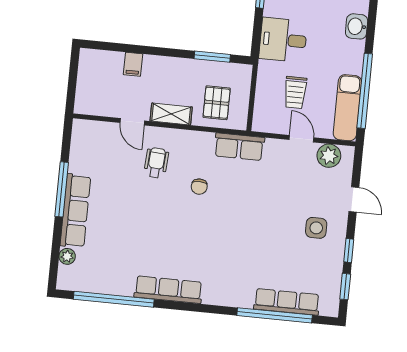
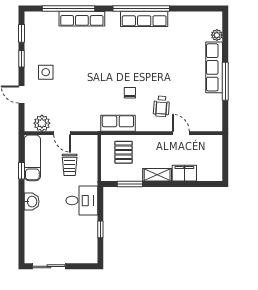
washbasin: (357, 26) -> (32, 202), moved
filing cabinet: (133, 64) -> (184, 173), width x2.00
window: (365, 91) -> (21, 171), width x0.32
trolley: (295, 92) -> (70, 165), turned 180
shelving: (171, 114) -> (157, 175), moved
row of seats: (239, 147) -> (118, 123), moved
window: (114, 299) -> (141, 9), moved
row of seats: (287, 302) -> (82, 19), moved

